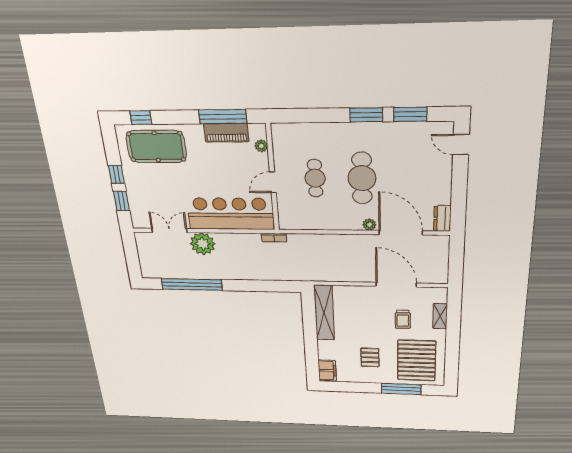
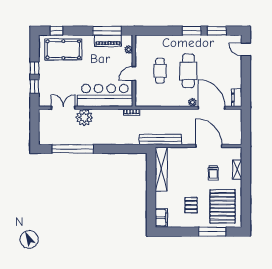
bench: (321, 275) -> (160, 139), added

